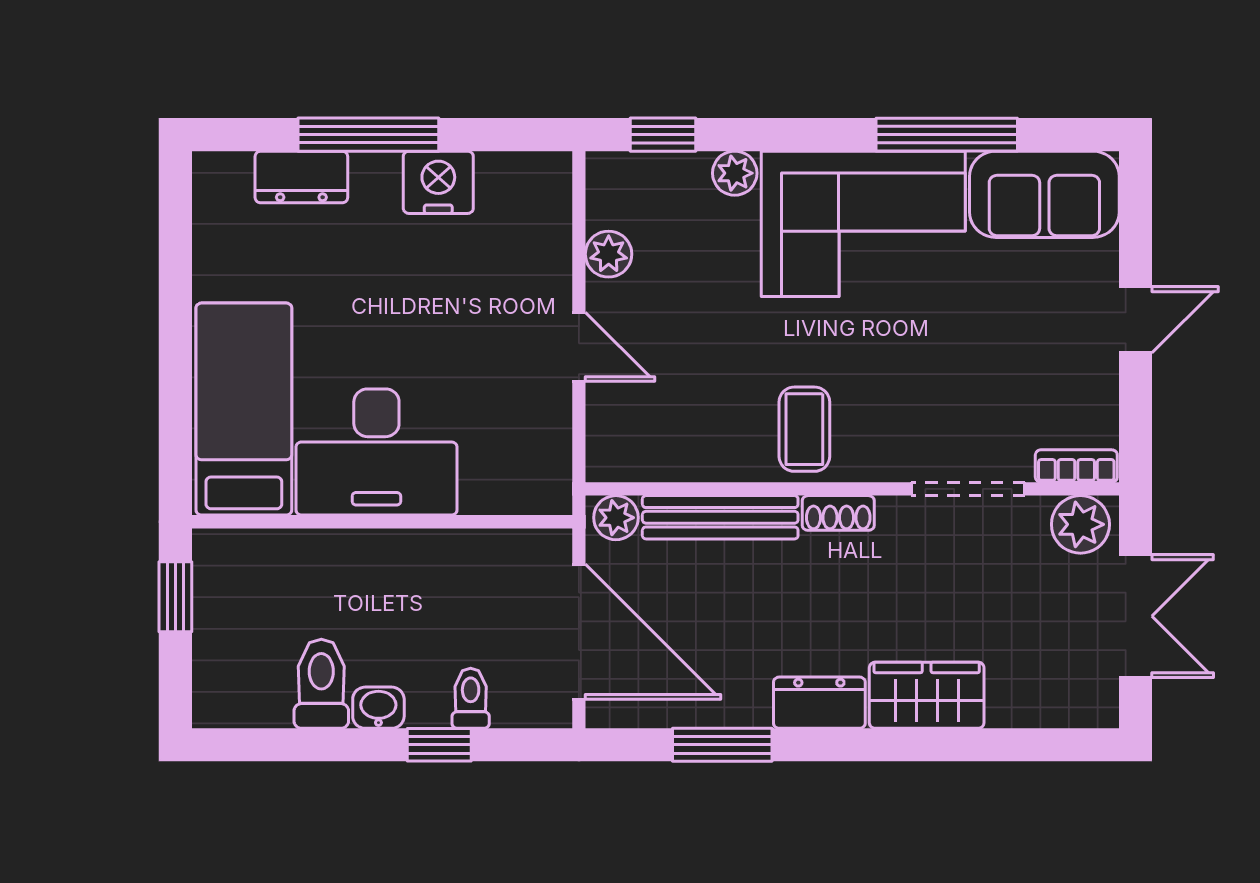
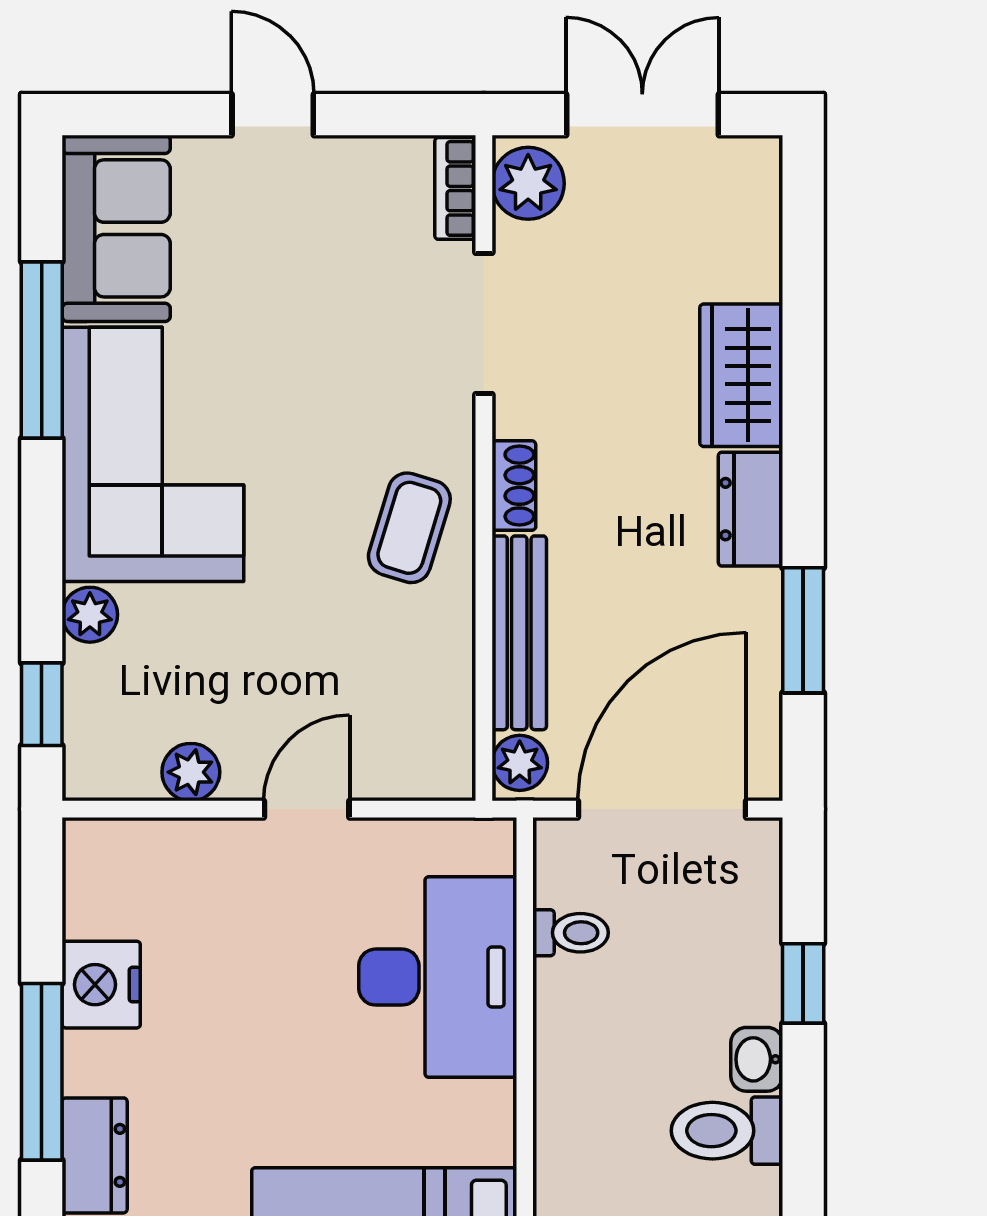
coffee table: (804, 429) -> (409, 528), turned -73
desk: (376, 452) -> (438, 977), moved
toilet: (471, 698) -> (571, 933), moved, turned 180

